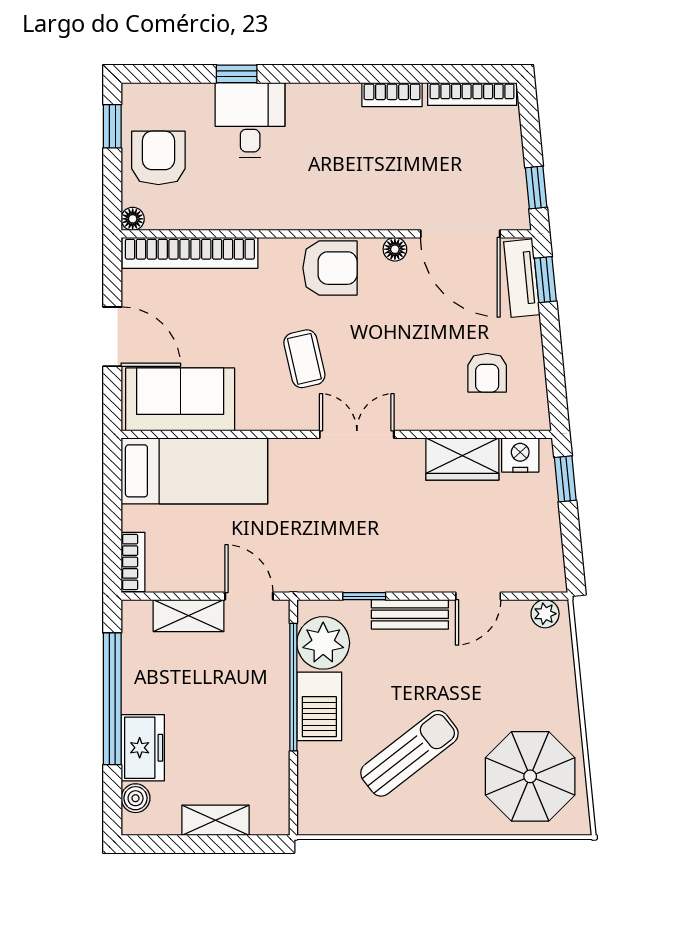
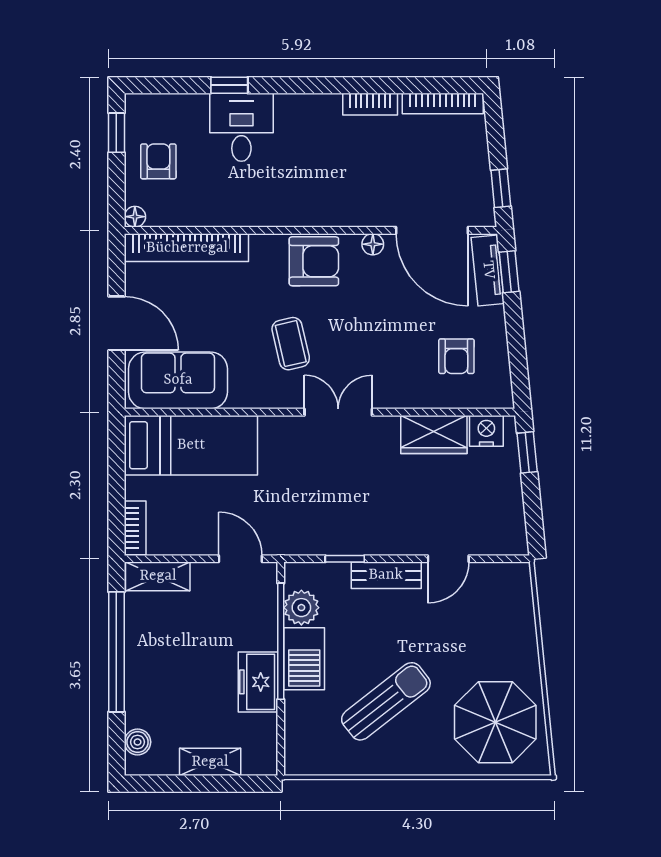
armchair: (158, 158) -> (158, 161), width x0.72, depth x0.72
plant: (545, 614) -> (509, 575), removed
shelving: (189, 616) -> (158, 576), moved
plant: (323, 643) -> (301, 608), width x0.73, depth x0.73
freezer: (143, 748) -> (258, 682), moved, turned 180

